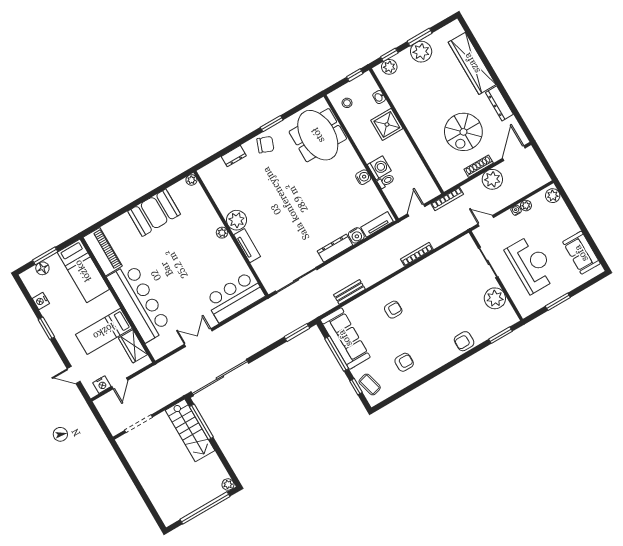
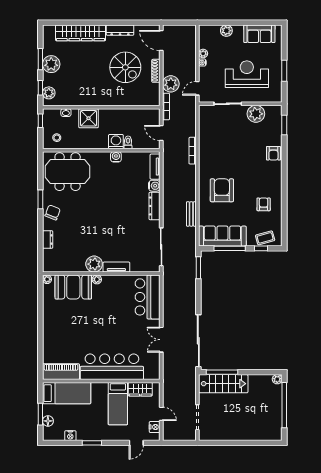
plant: (492, 179) -> (171, 84), moved
plant: (553, 196) -> (226, 31), moved
booth: (154, 213) -> (73, 287), moved, turned 90
armchair: (393, 310) -> (222, 190), width x1.88, depth x1.88

